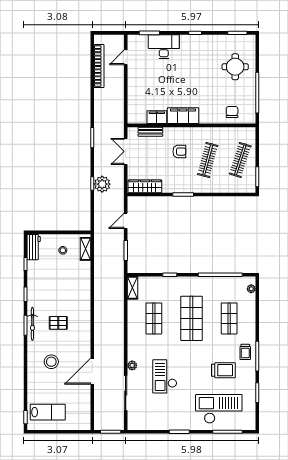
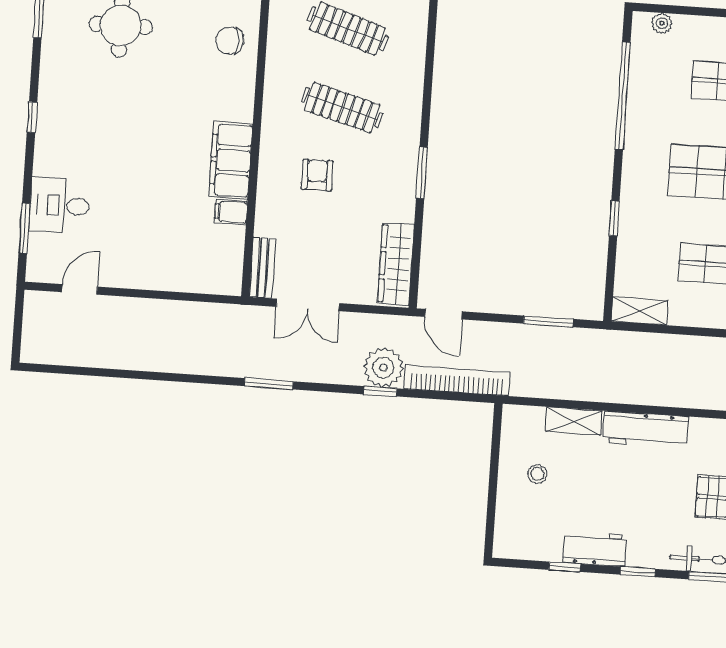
desk: (164, 47) -> (60, 205), width x0.73
door: (126, 57) -> (80, 289), swing flipped
bookcase: (99, 66) -> (457, 381), moved
filing cabinet: (157, 117) -> (231, 212), width x0.50
bench: (150, 132) -> (263, 268), moved
door: (126, 221) -> (443, 314), moved
workbench: (34, 247) -> (595, 549), moved
shelving: (85, 249) -> (574, 421), moved
workbench: (84, 293) -> (646, 429), added

